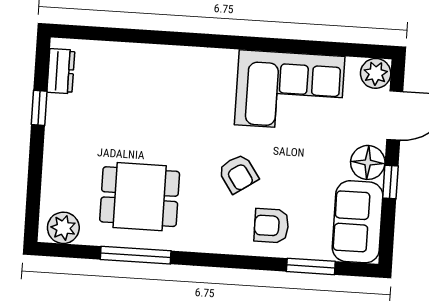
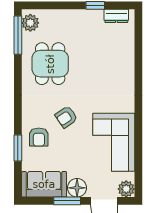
window: (390, 182) -> (67, 201), width x1.50
armchair: (271, 226) -> (39, 137), turned 180
window: (136, 255) -> (18, 35), moved
window: (311, 266) -> (18, 148), moved

